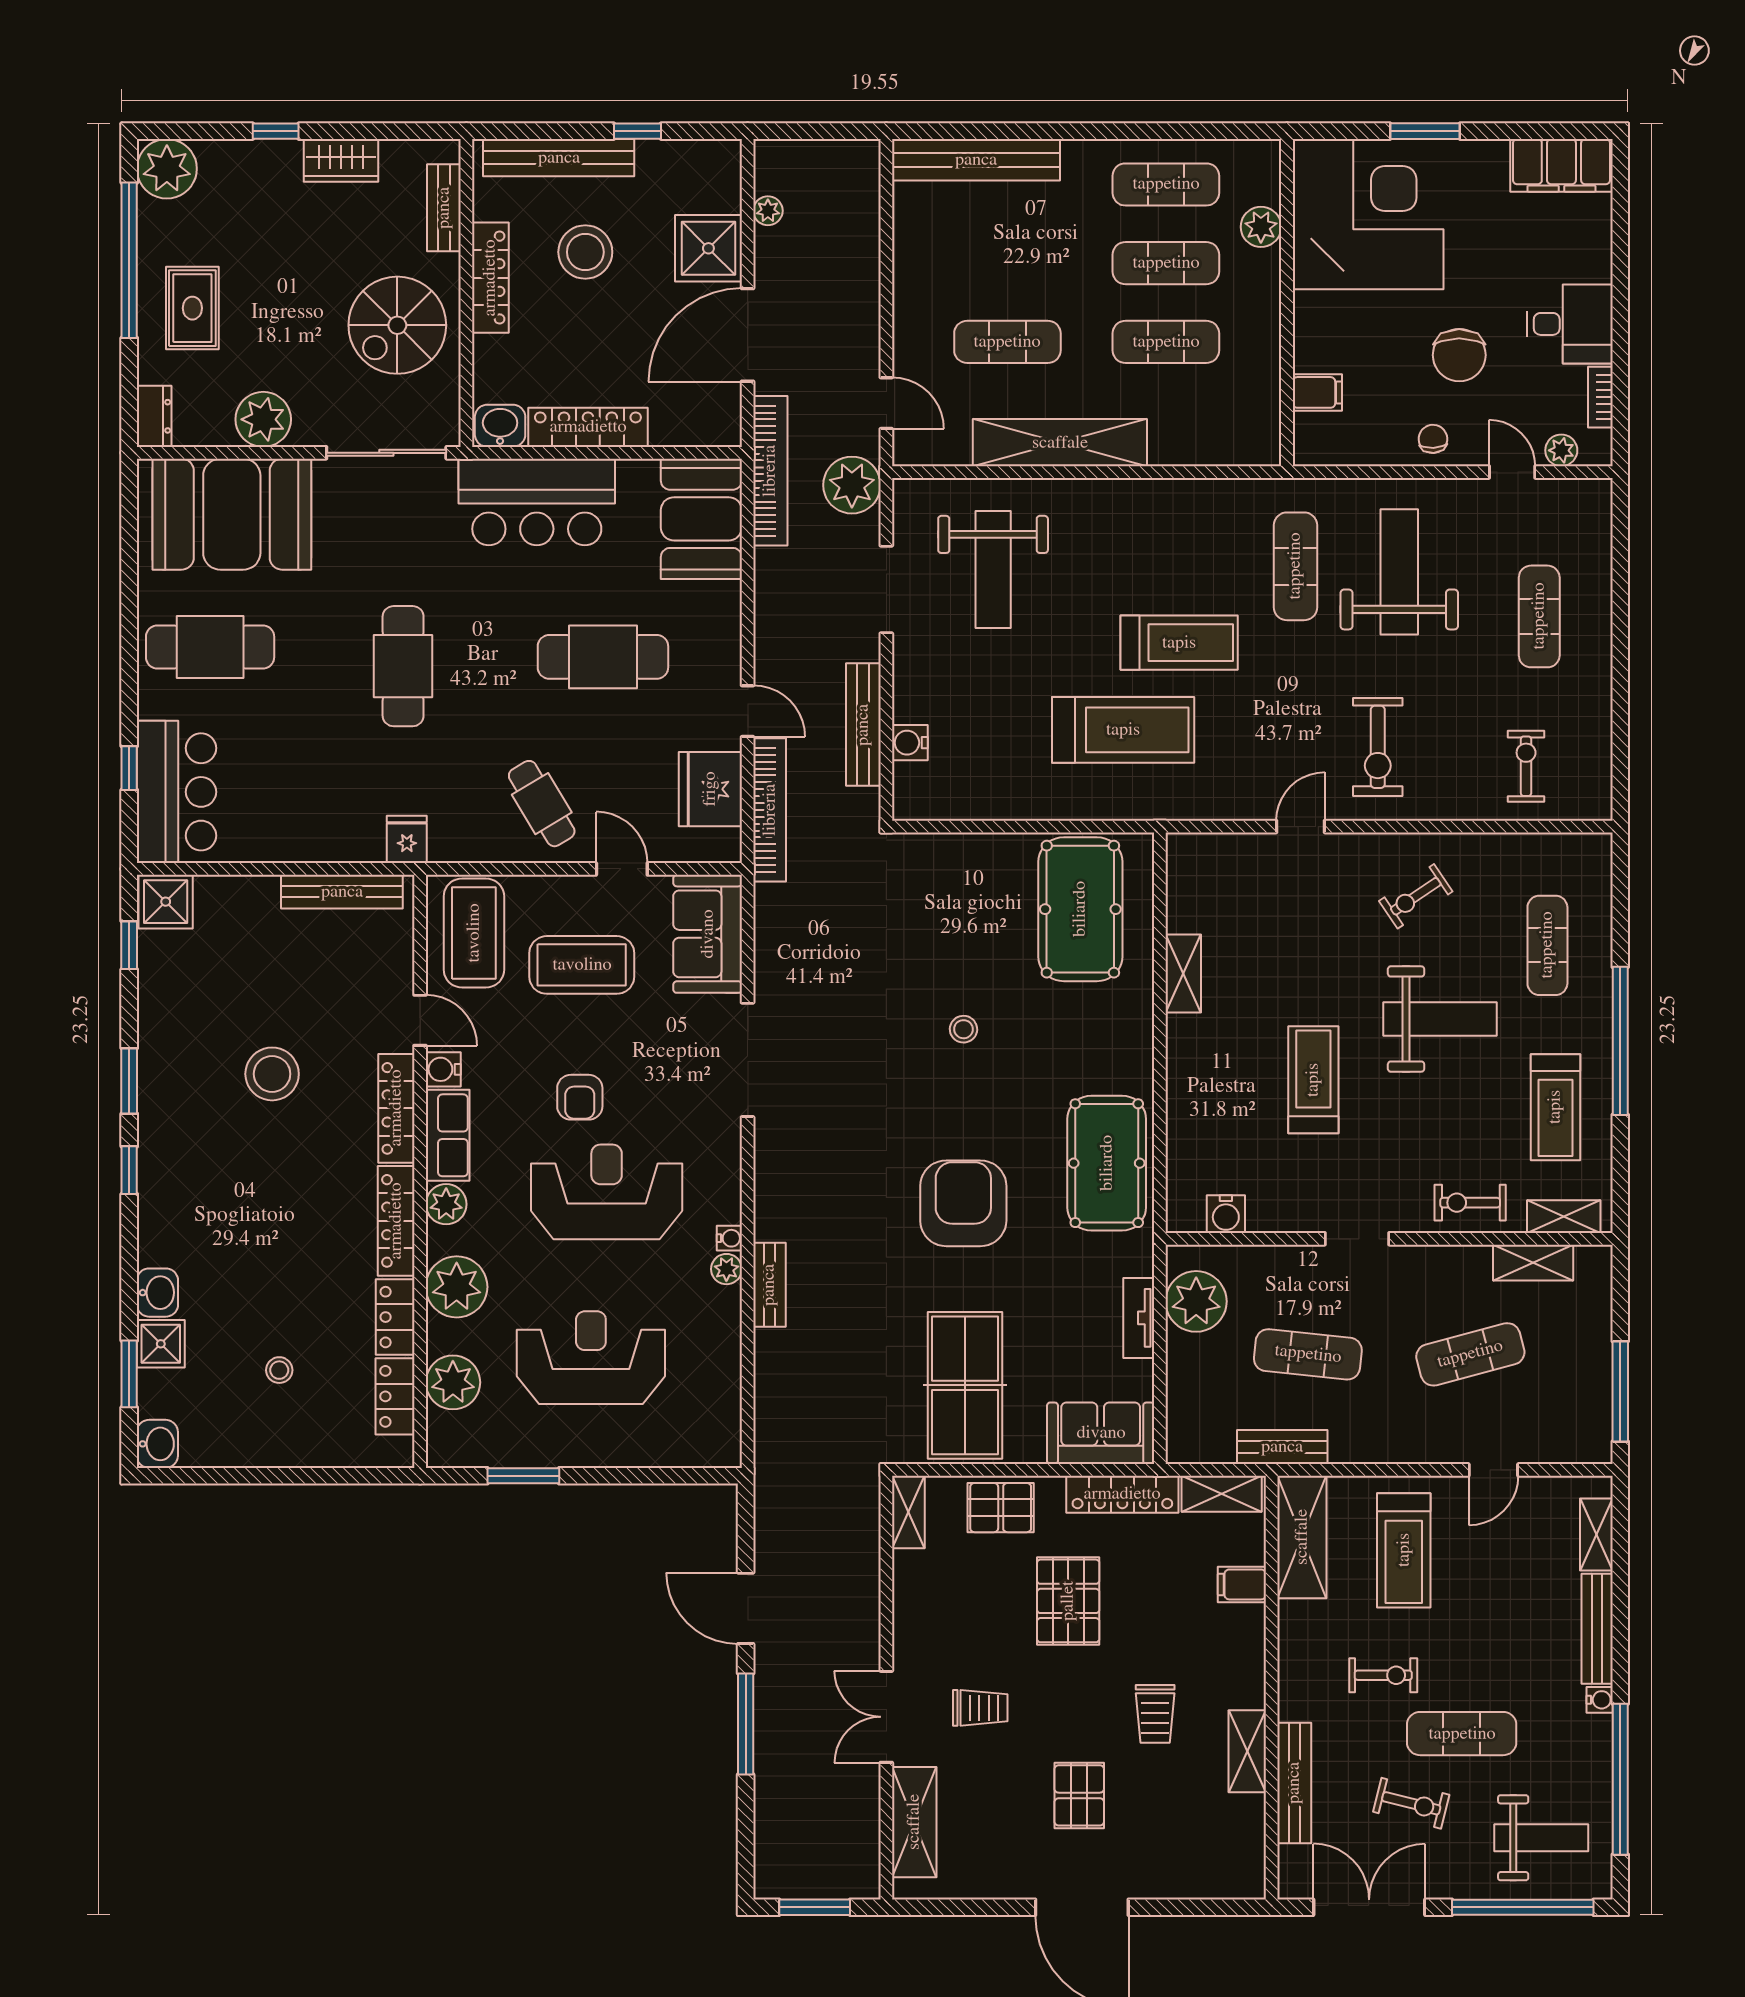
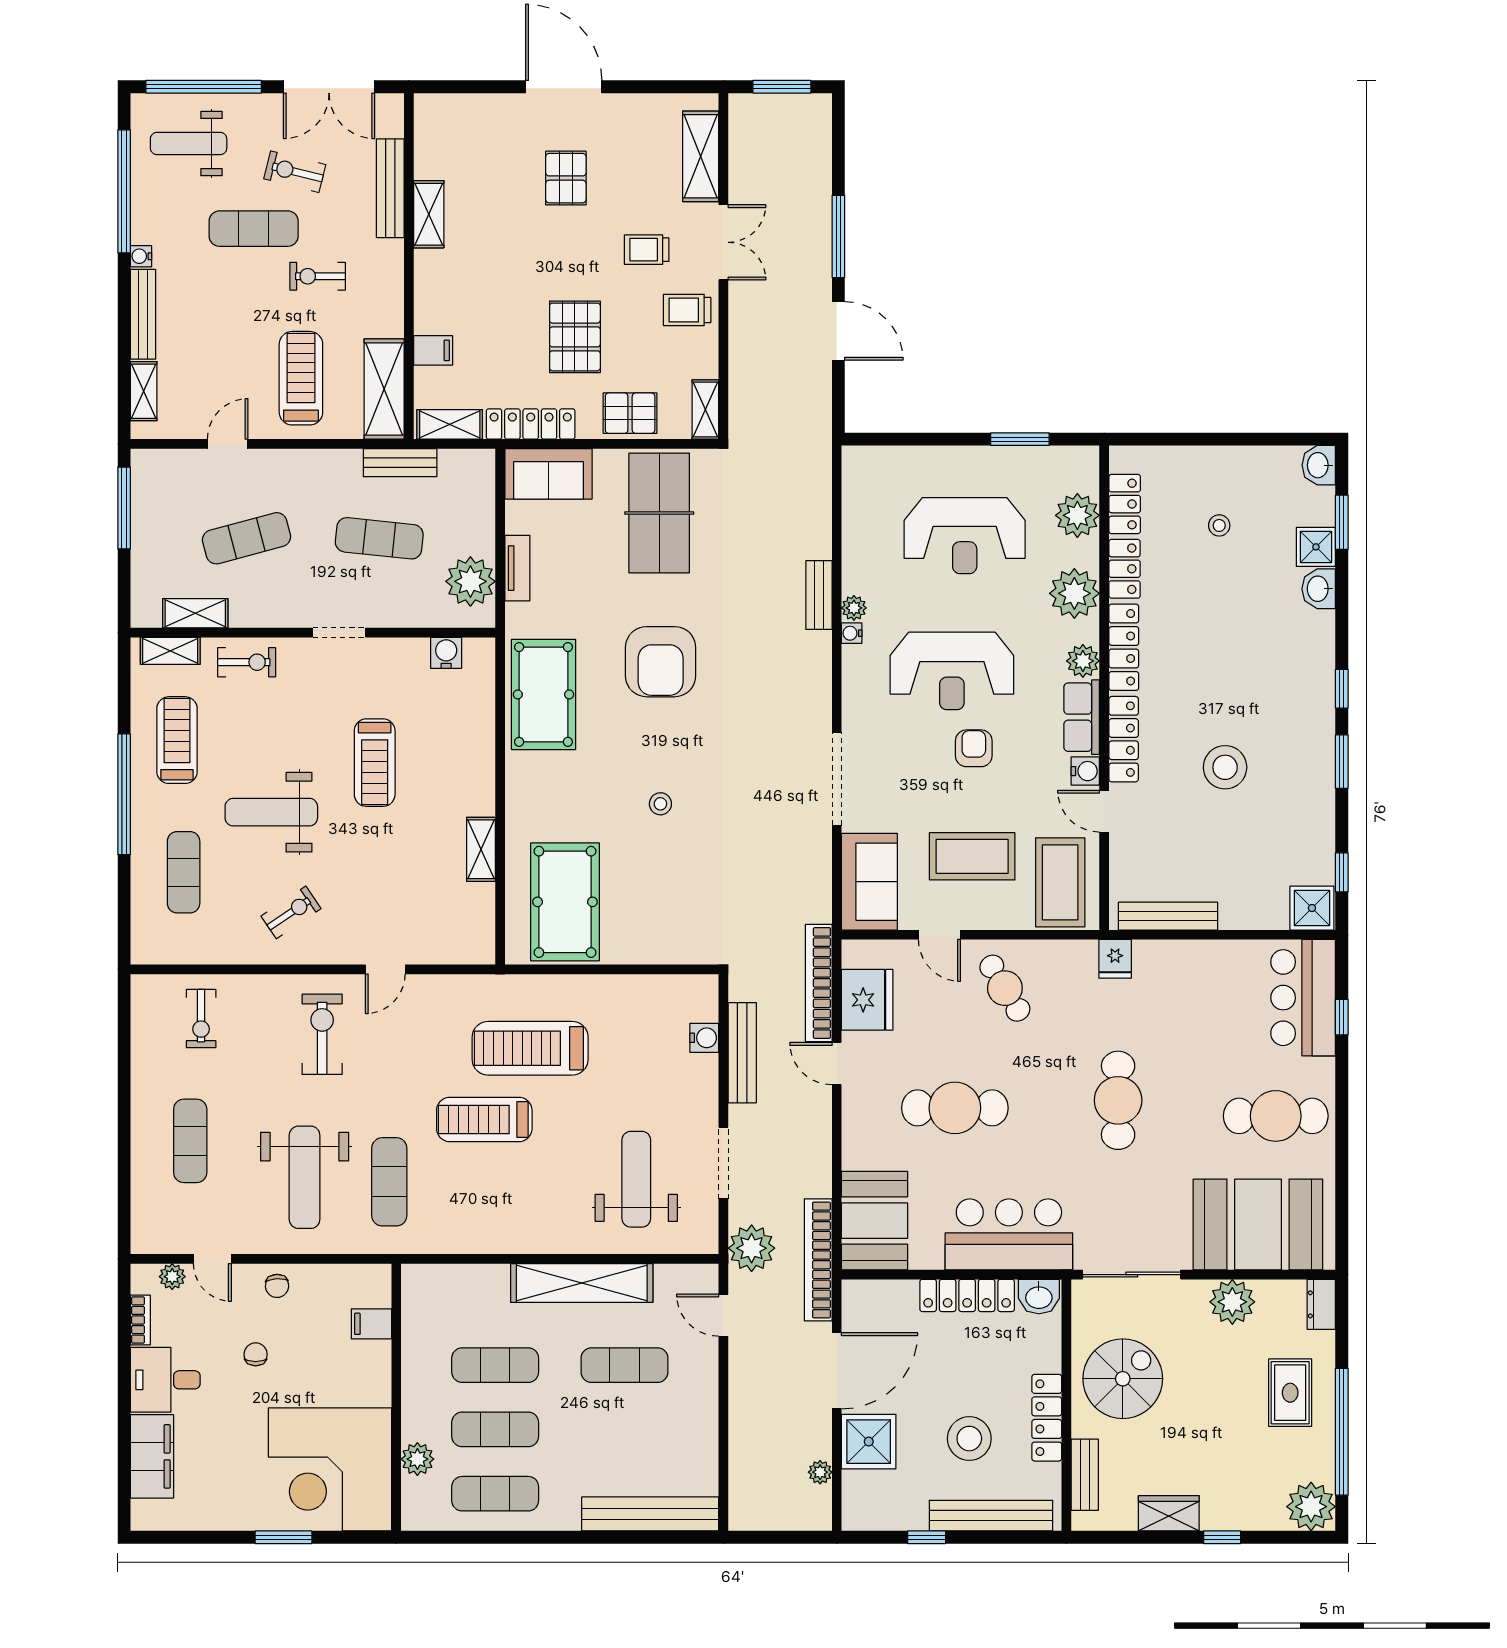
filing cabinet: (1561, 165) -> (152, 1456), moved, turned 90
chair: (1459, 355) -> (256, 1354), width x0.54, depth x0.54
trolley: (1155, 1714) -> (687, 310), moved, turned -90

